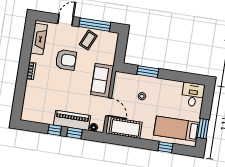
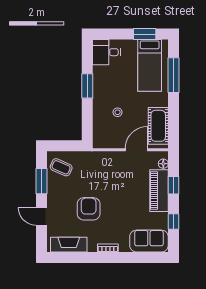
window: (95, 25) -> (42, 181), width x0.69
coffee table: (88, 40) -> (61, 167), moved
window: (148, 72) -> (87, 86), moved
sofa: (102, 80) -> (149, 241), moved, turned 180
window: (55, 130) -> (173, 221), moved
window: (165, 147) -> (173, 75), width x2.17

